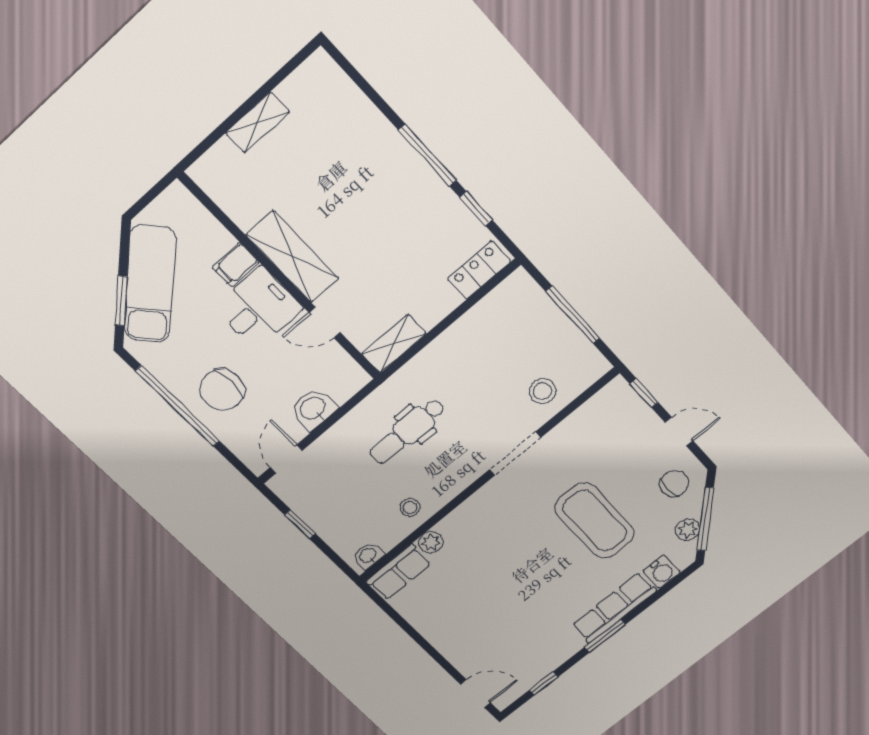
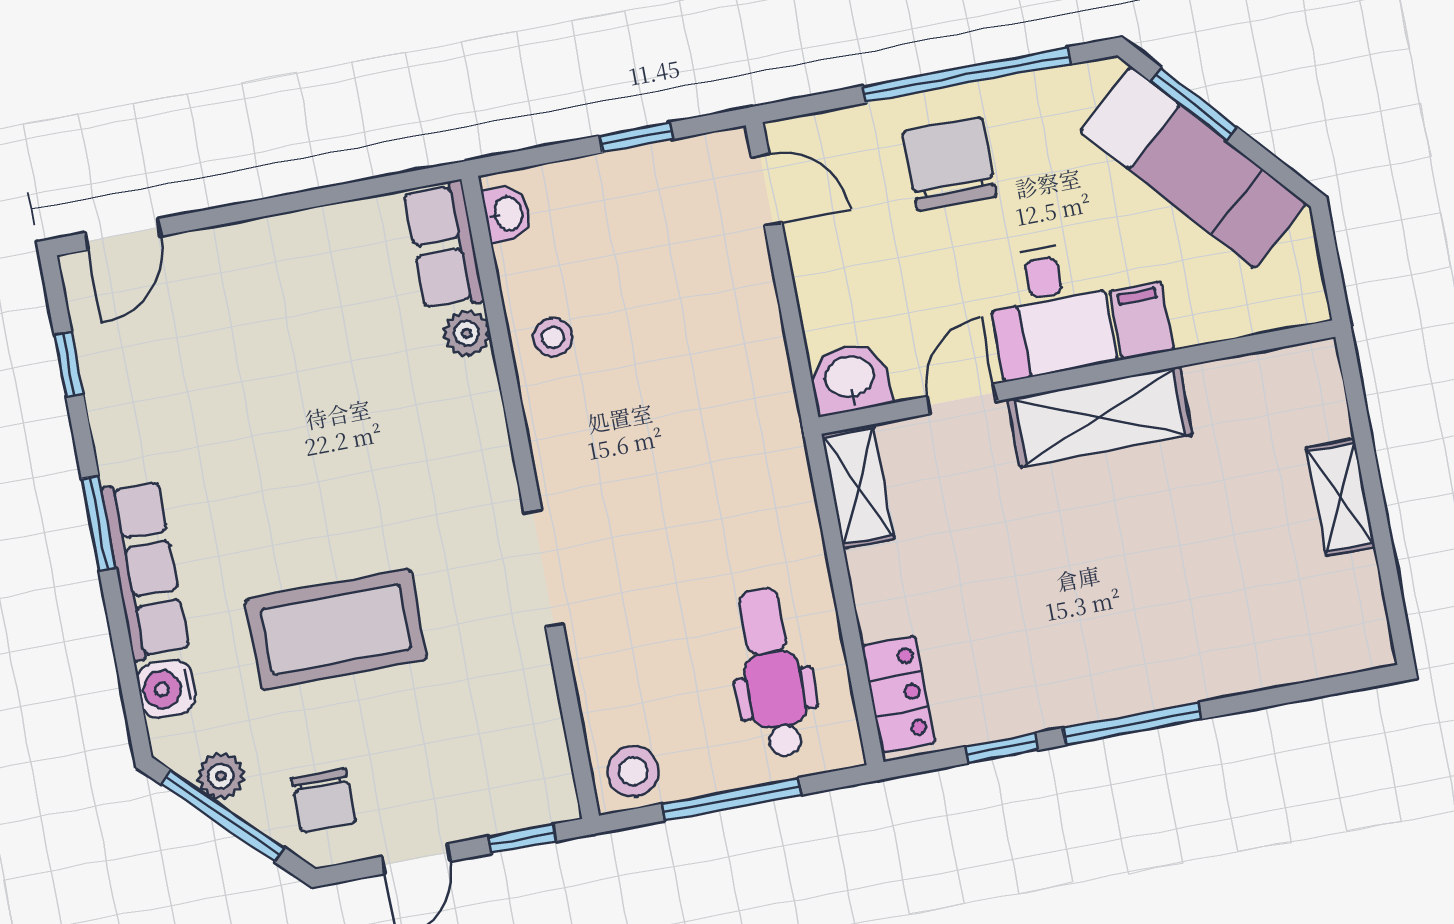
stool: (543, 391) -> (633, 771), moved
washbasin: (313, 409) -> (850, 379), moved, turned -90
dental chair: (407, 431) -> (772, 673), moved

